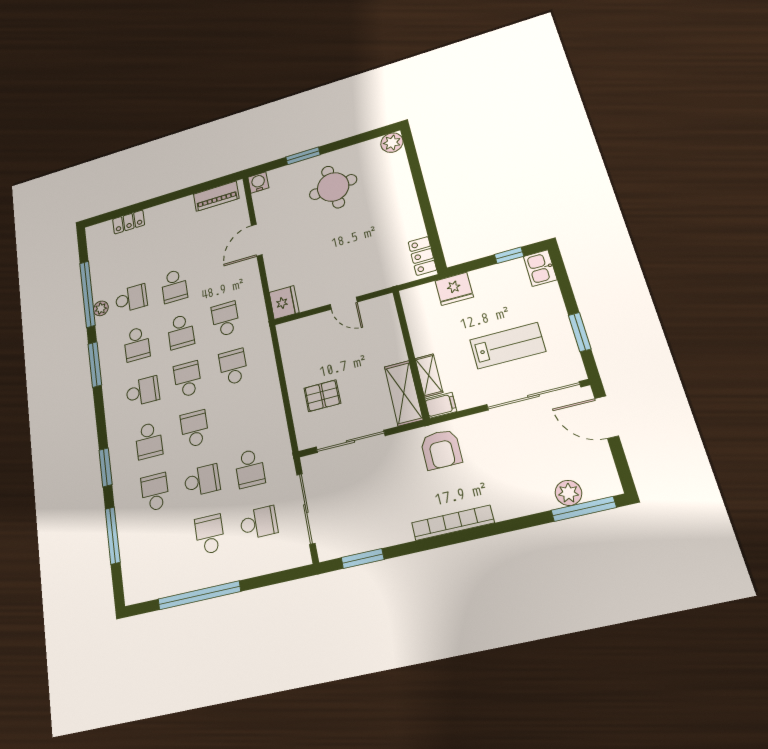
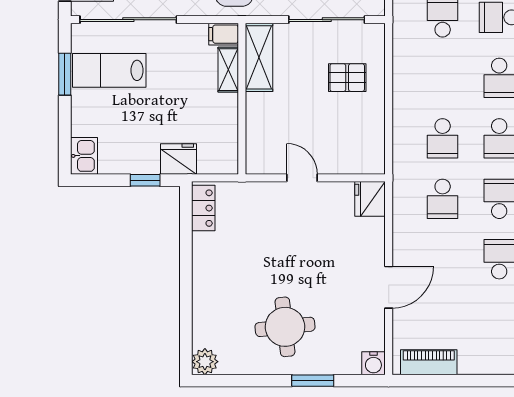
window: (509, 255) -> (145, 180), moved
lab bench: (508, 346) -> (109, 70), moved

